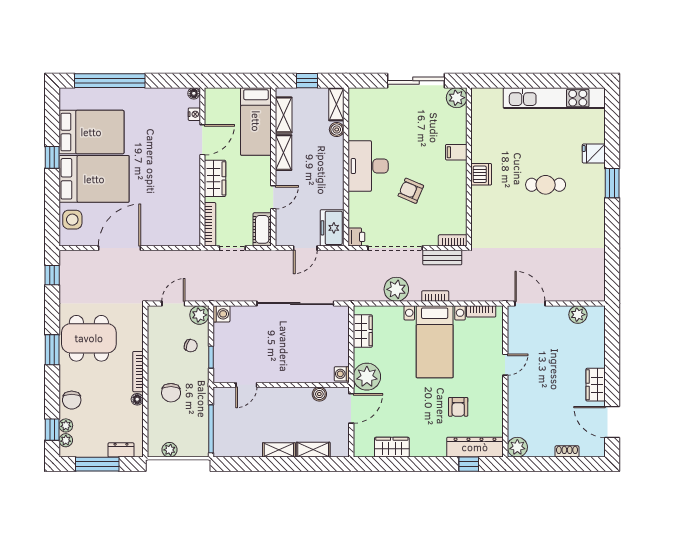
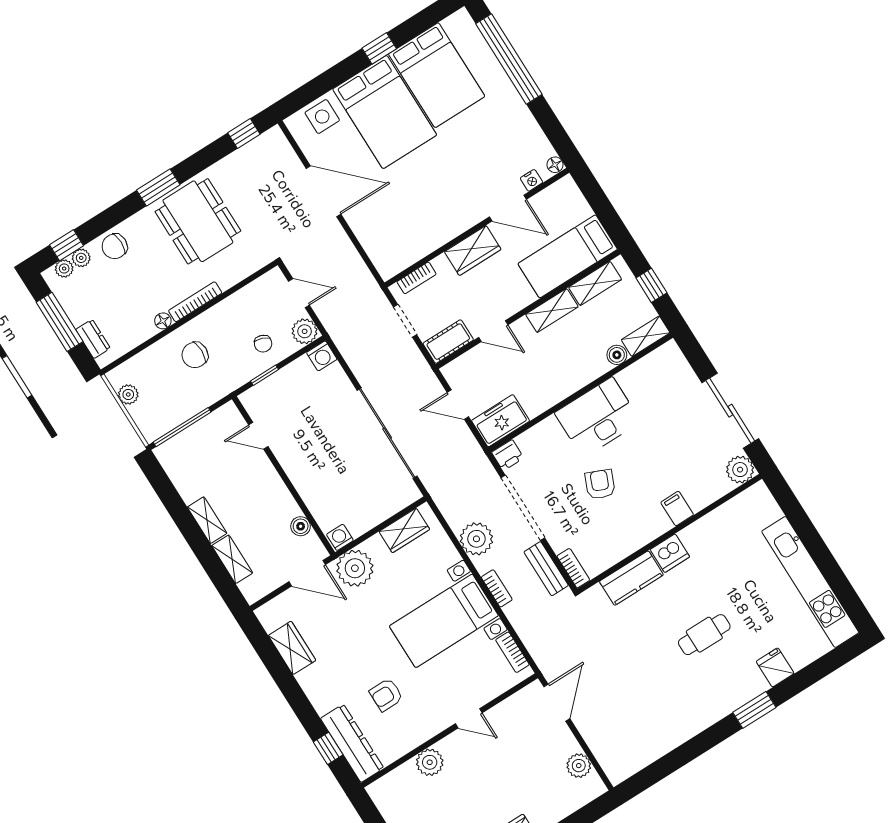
cafe table: (546, 185) -> (704, 635), turned 90
kitchen counter: (482, 208) -> (631, 578), added
bookcase: (210, 224) -> (417, 278), width x0.64
plant: (517, 447) -> (430, 762), moved

